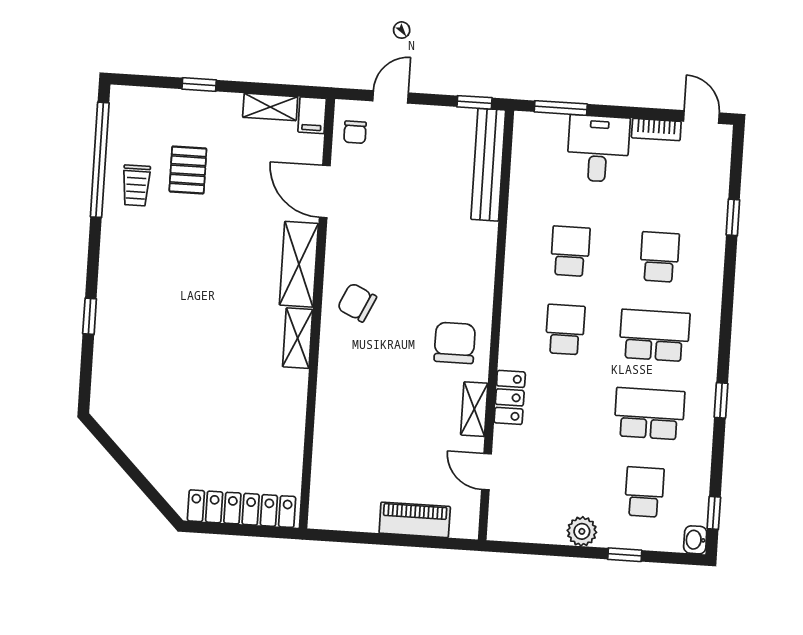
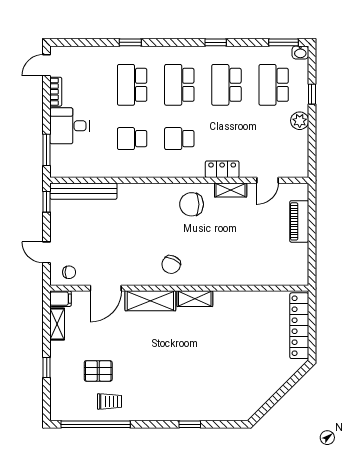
window: (733, 217) -> (130, 42), moved
school desk: (659, 257) -> (132, 85), width x1.85
school desk: (644, 492) -> (274, 85), width x1.85
window: (714, 513) -> (283, 42), width x1.50

